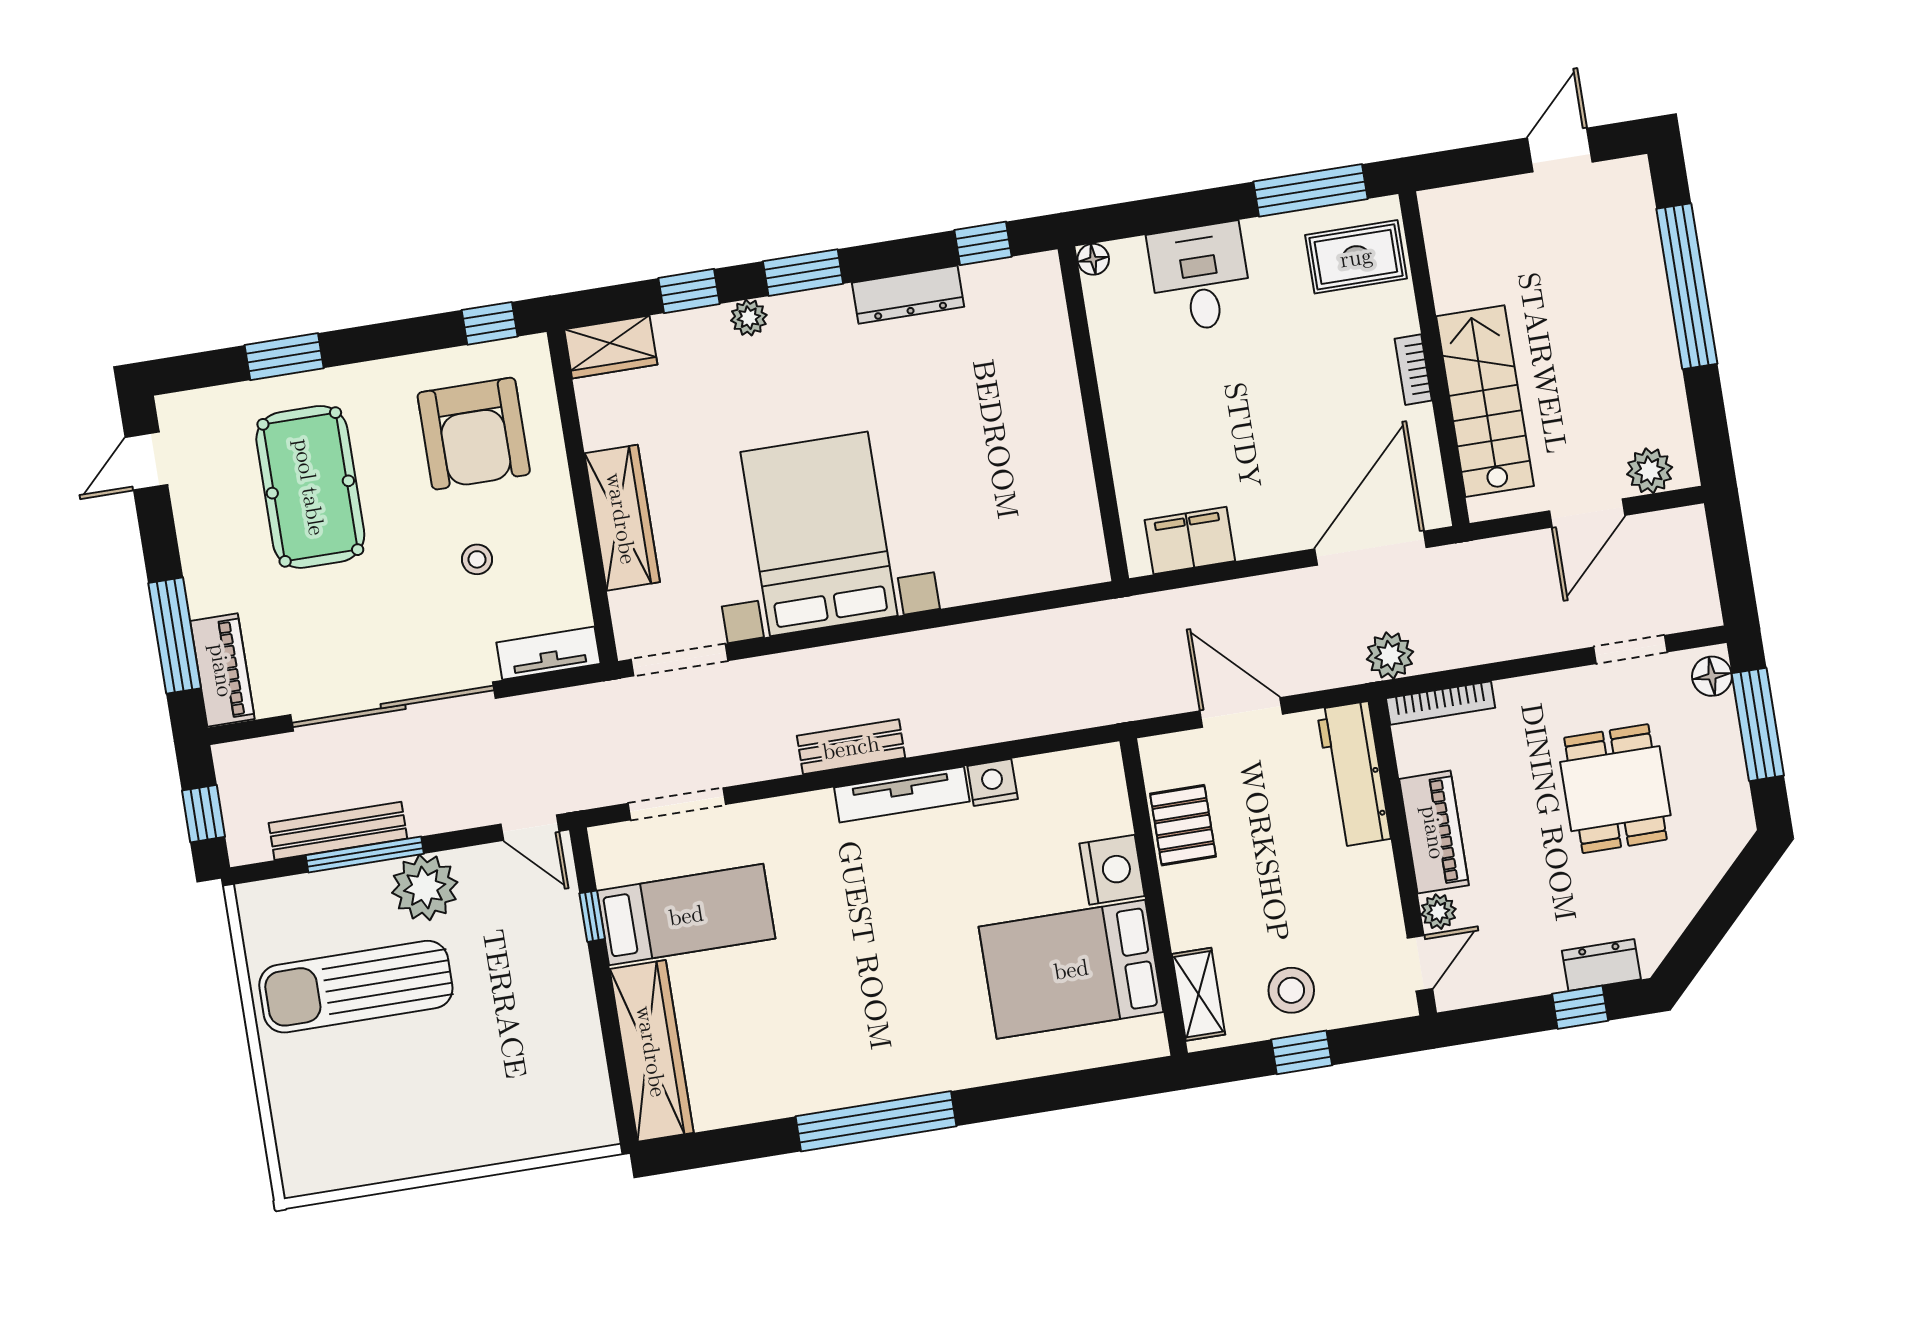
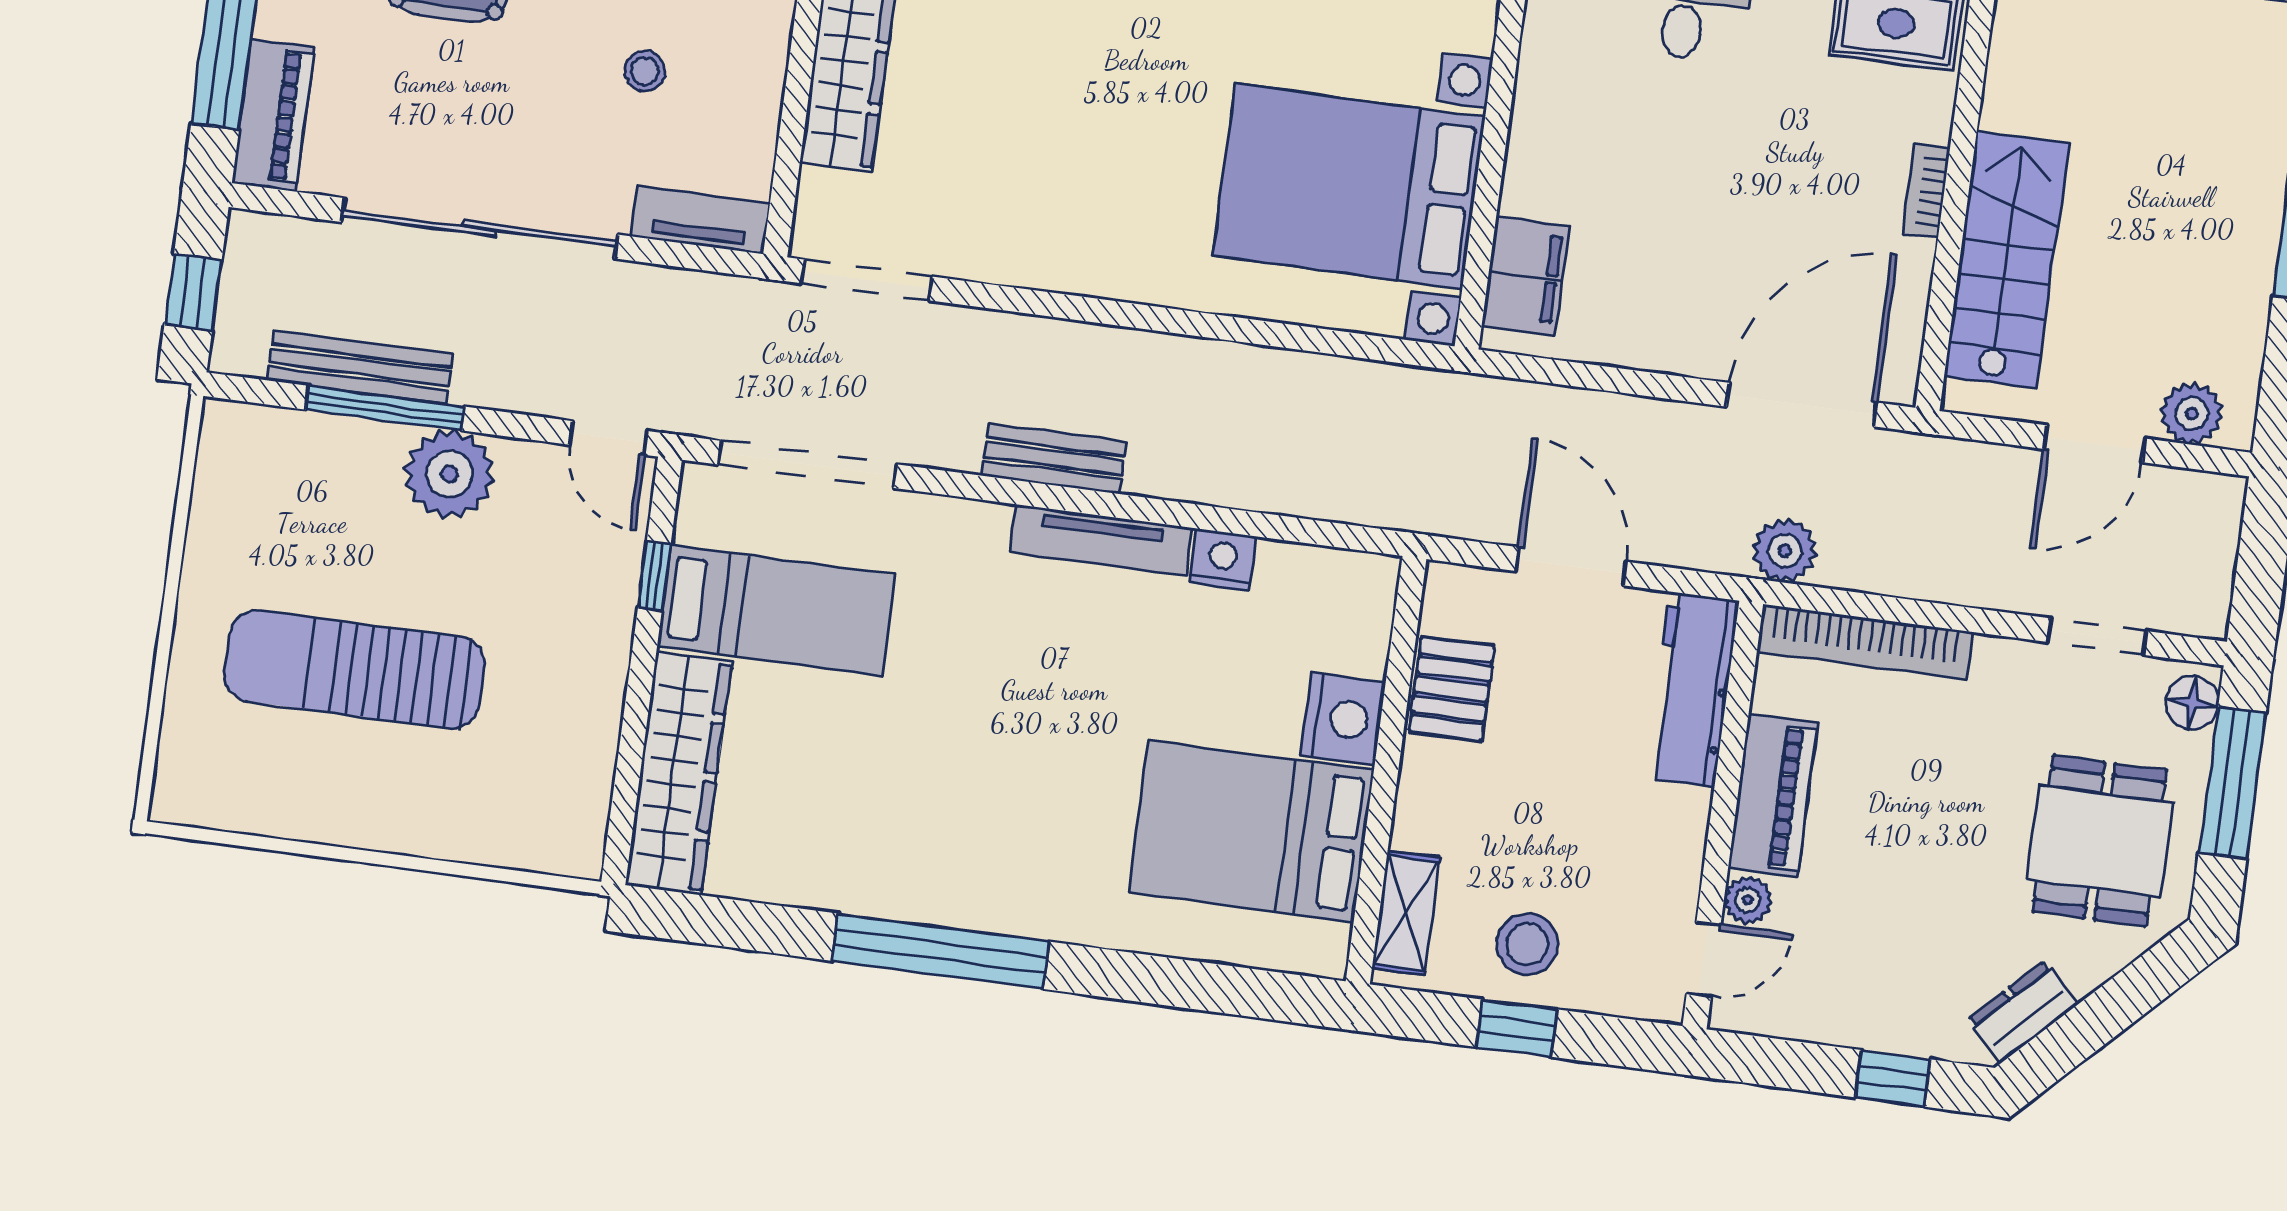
bed with nightstands: (819, 534) -> (1349, 186), moved, turned -90
filing cabinet: (1190, 541) -> (1526, 276), moved, turned 90
bookcase: (1441, 703) -> (1865, 642), width x1.48, depth x1.31
dining table: (1615, 789) -> (2100, 841), moved
doorway: (677, 804) -> (807, 464), width x1.36
dresser: (1601, 965) -> (2023, 1012), moved, turned -45
sun lounger: (356, 987) -> (355, 669), moved

